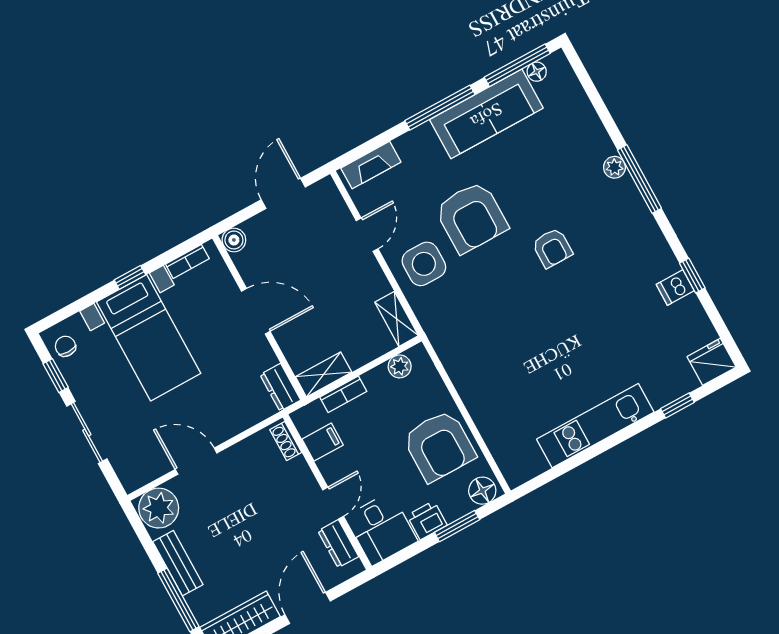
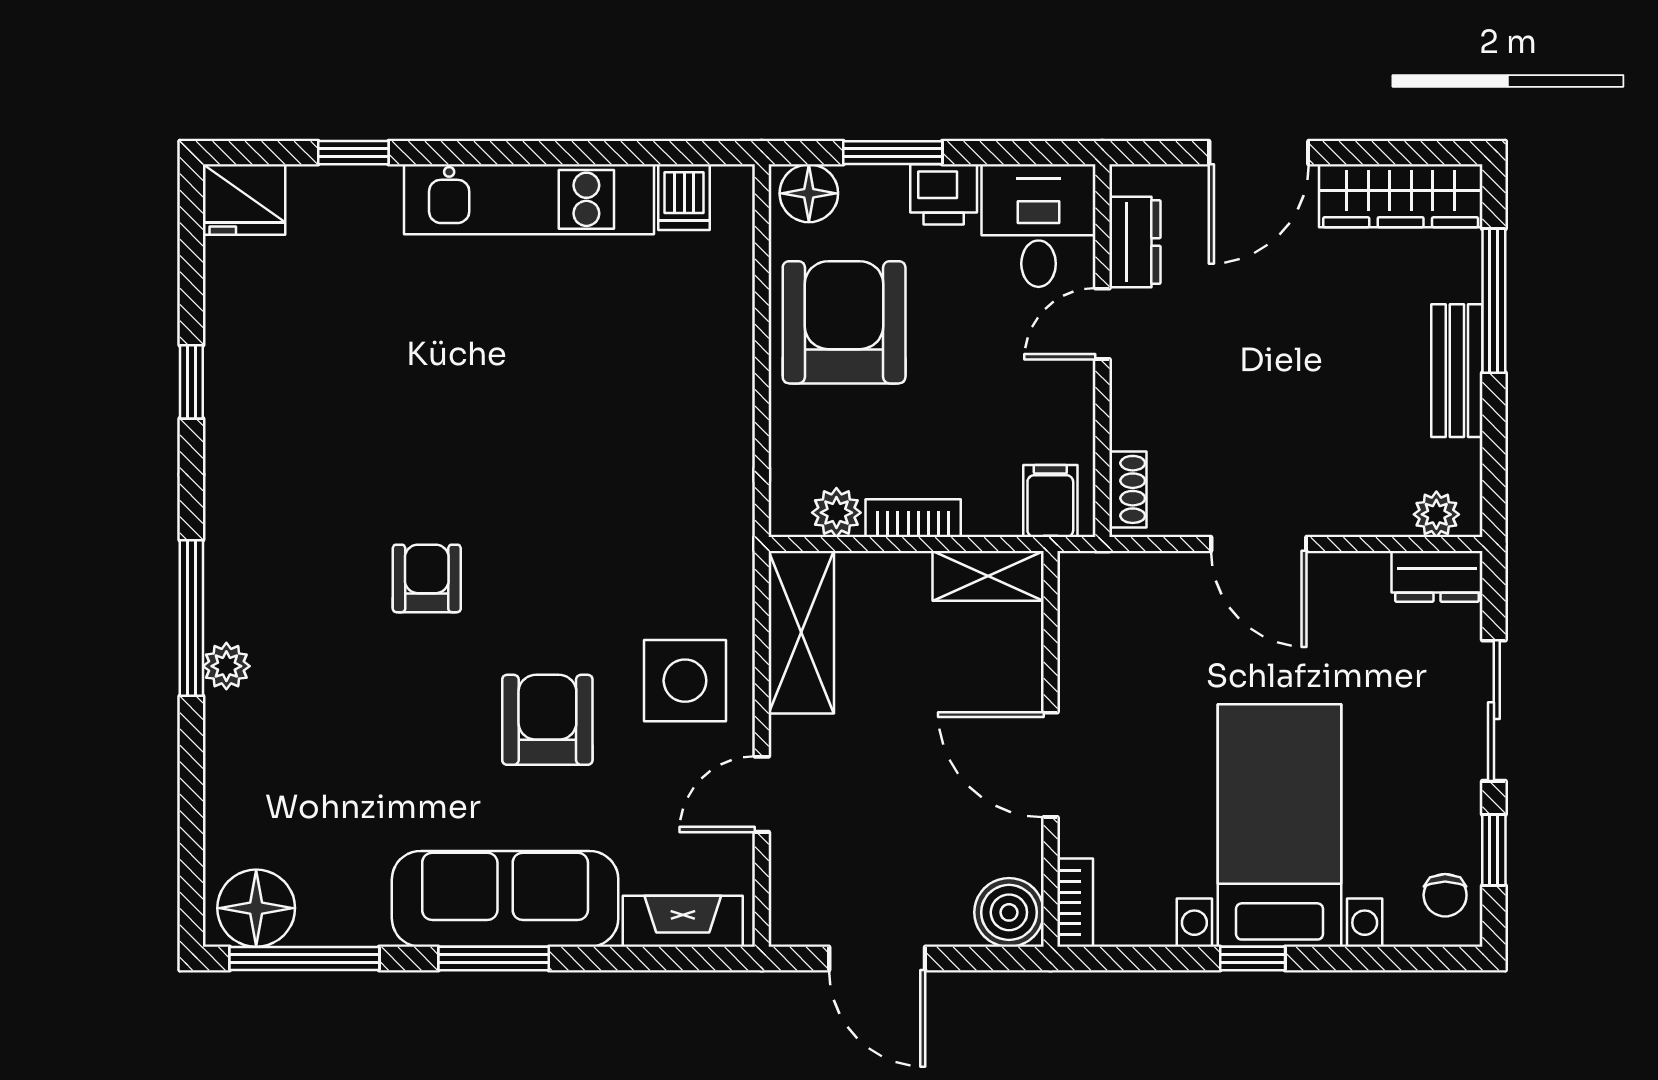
floor lamp: (537, 72) -> (256, 908), width x1.89, depth x1.89
window: (440, 108) -> (494, 958), width x0.69
sofa: (486, 114) -> (505, 899), moved
door: (283, 193) -> (877, 958), hinge flipped
armchair: (471, 217) -> (547, 720), width x0.73, depth x0.73
boiler: (234, 240) -> (1009, 912), width x1.36, depth x1.36
bookcase: (187, 261) -> (1075, 903), moved, turned 90
dishwasher: (675, 288) -> (684, 197), moved, turned 90
shelving: (397, 319) -> (801, 632), width x1.50, depth x1.33
dresser: (280, 387) -> (1437, 576), moved, turned 90
bookcase: (343, 394) -> (913, 518), moved
filing cabinet: (323, 442) -> (1050, 501), moved, turned 90
door: (196, 461) -> (1259, 544), moved
plant: (159, 508) -> (1436, 514), width x0.53, depth x0.53

